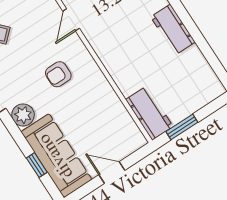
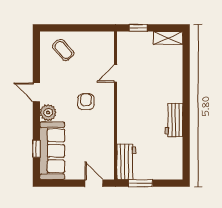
armchair: (58, 74) -> (86, 102), turned 90
door: (112, 173) -> (94, 183), moved

